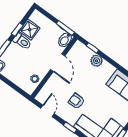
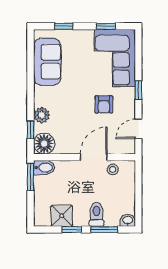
toilet: (22, 41) -> (96, 214), moved
floor lamp: (79, 50) -> (44, 144), added
door: (58, 63) -> (94, 157), moved

